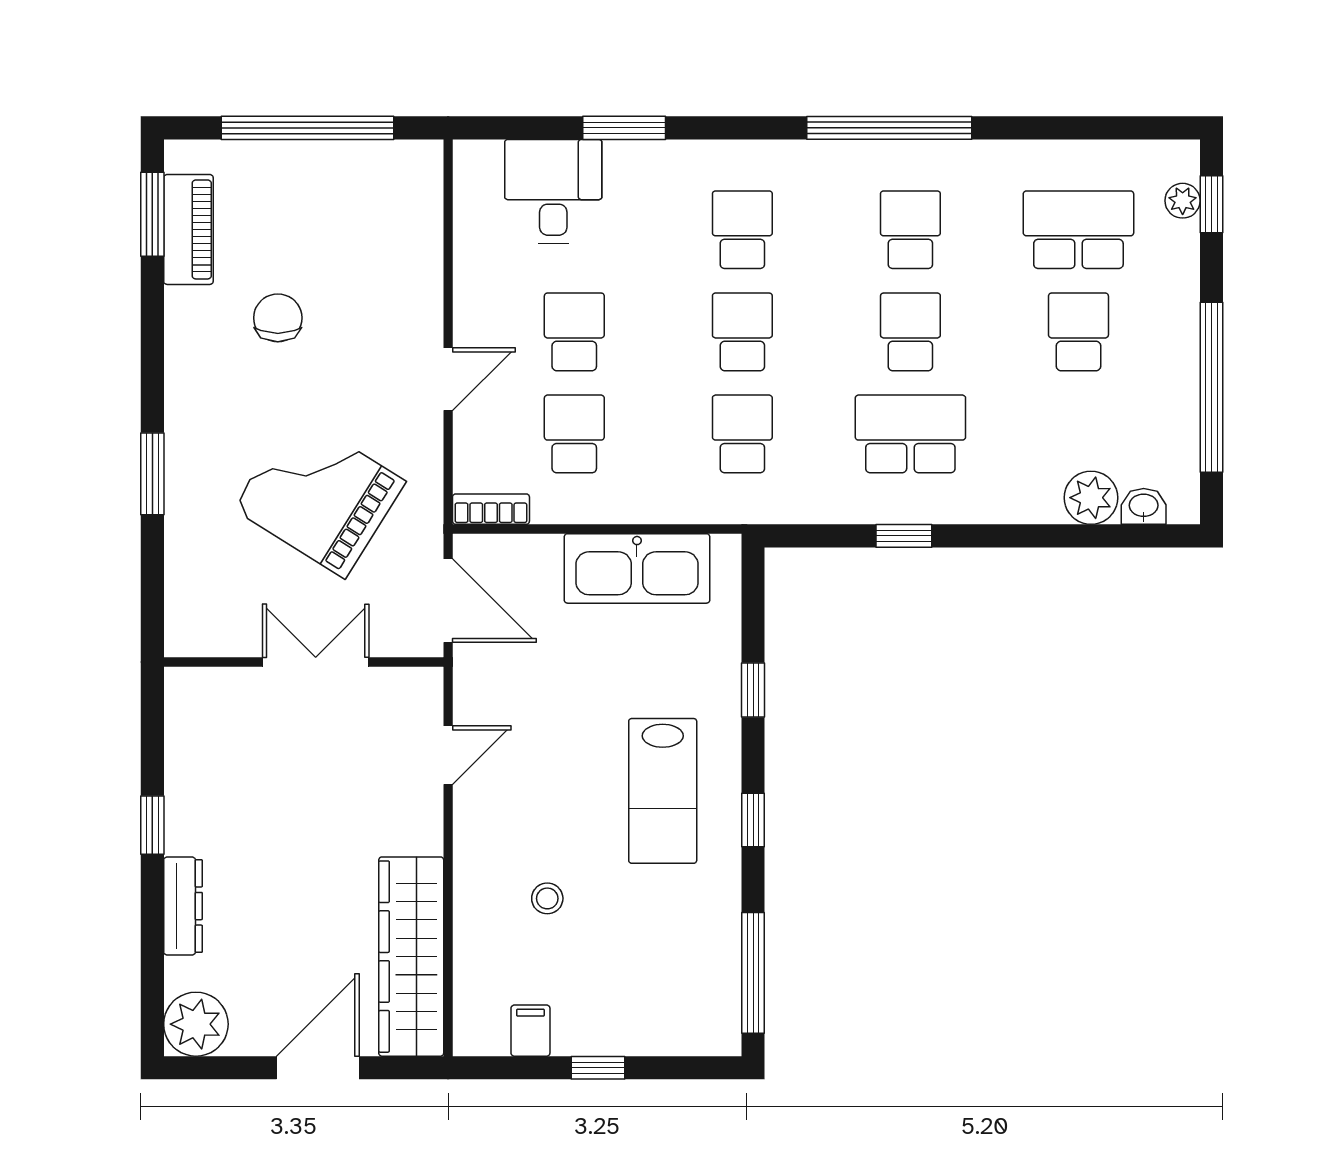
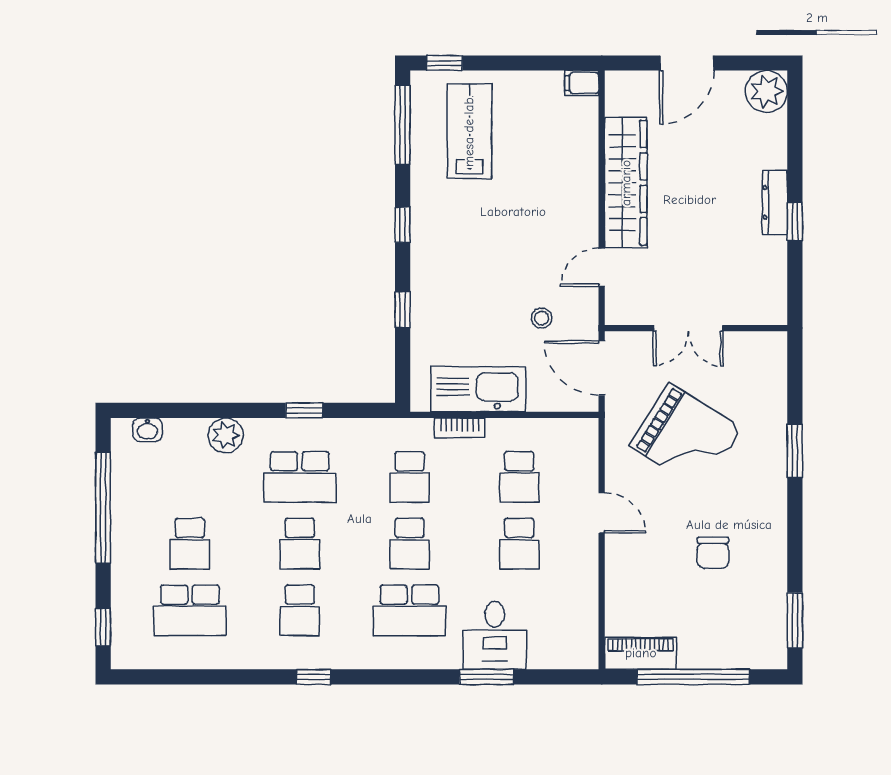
window: (889, 128) -> (314, 677), width x0.32
desk: (553, 191) -> (495, 635), moved
plant: (1183, 201) -> (122, 629), removed
piano: (188, 229) -> (641, 653), moved, turned 90
school desk: (742, 230) -> (410, 610), width x1.85
door: (448, 379) -> (602, 513), swing flipped
plant: (1091, 498) -> (226, 435), moved
bookcase: (491, 509) -> (460, 428), moved
lab bench: (663, 791) -> (469, 131), moved
stool: (547, 898) -> (542, 318), moved
dresser: (183, 906) -> (775, 203), moved
wardrobe: (411, 957) -> (626, 183), moved
filing cabinet: (530, 1031) -> (582, 83), moved, turned 90
window: (598, 1068) -> (445, 63), moved

